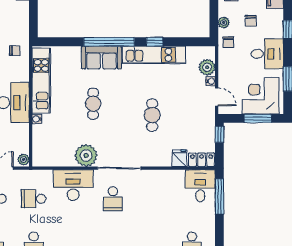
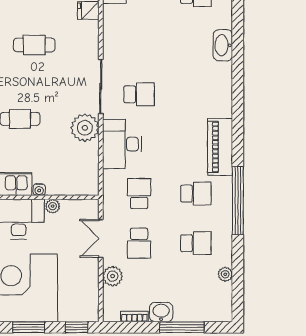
plant: (24, 159) -> (53, 206), moved
school desk: (34, 199) -> (139, 194), turned 180

